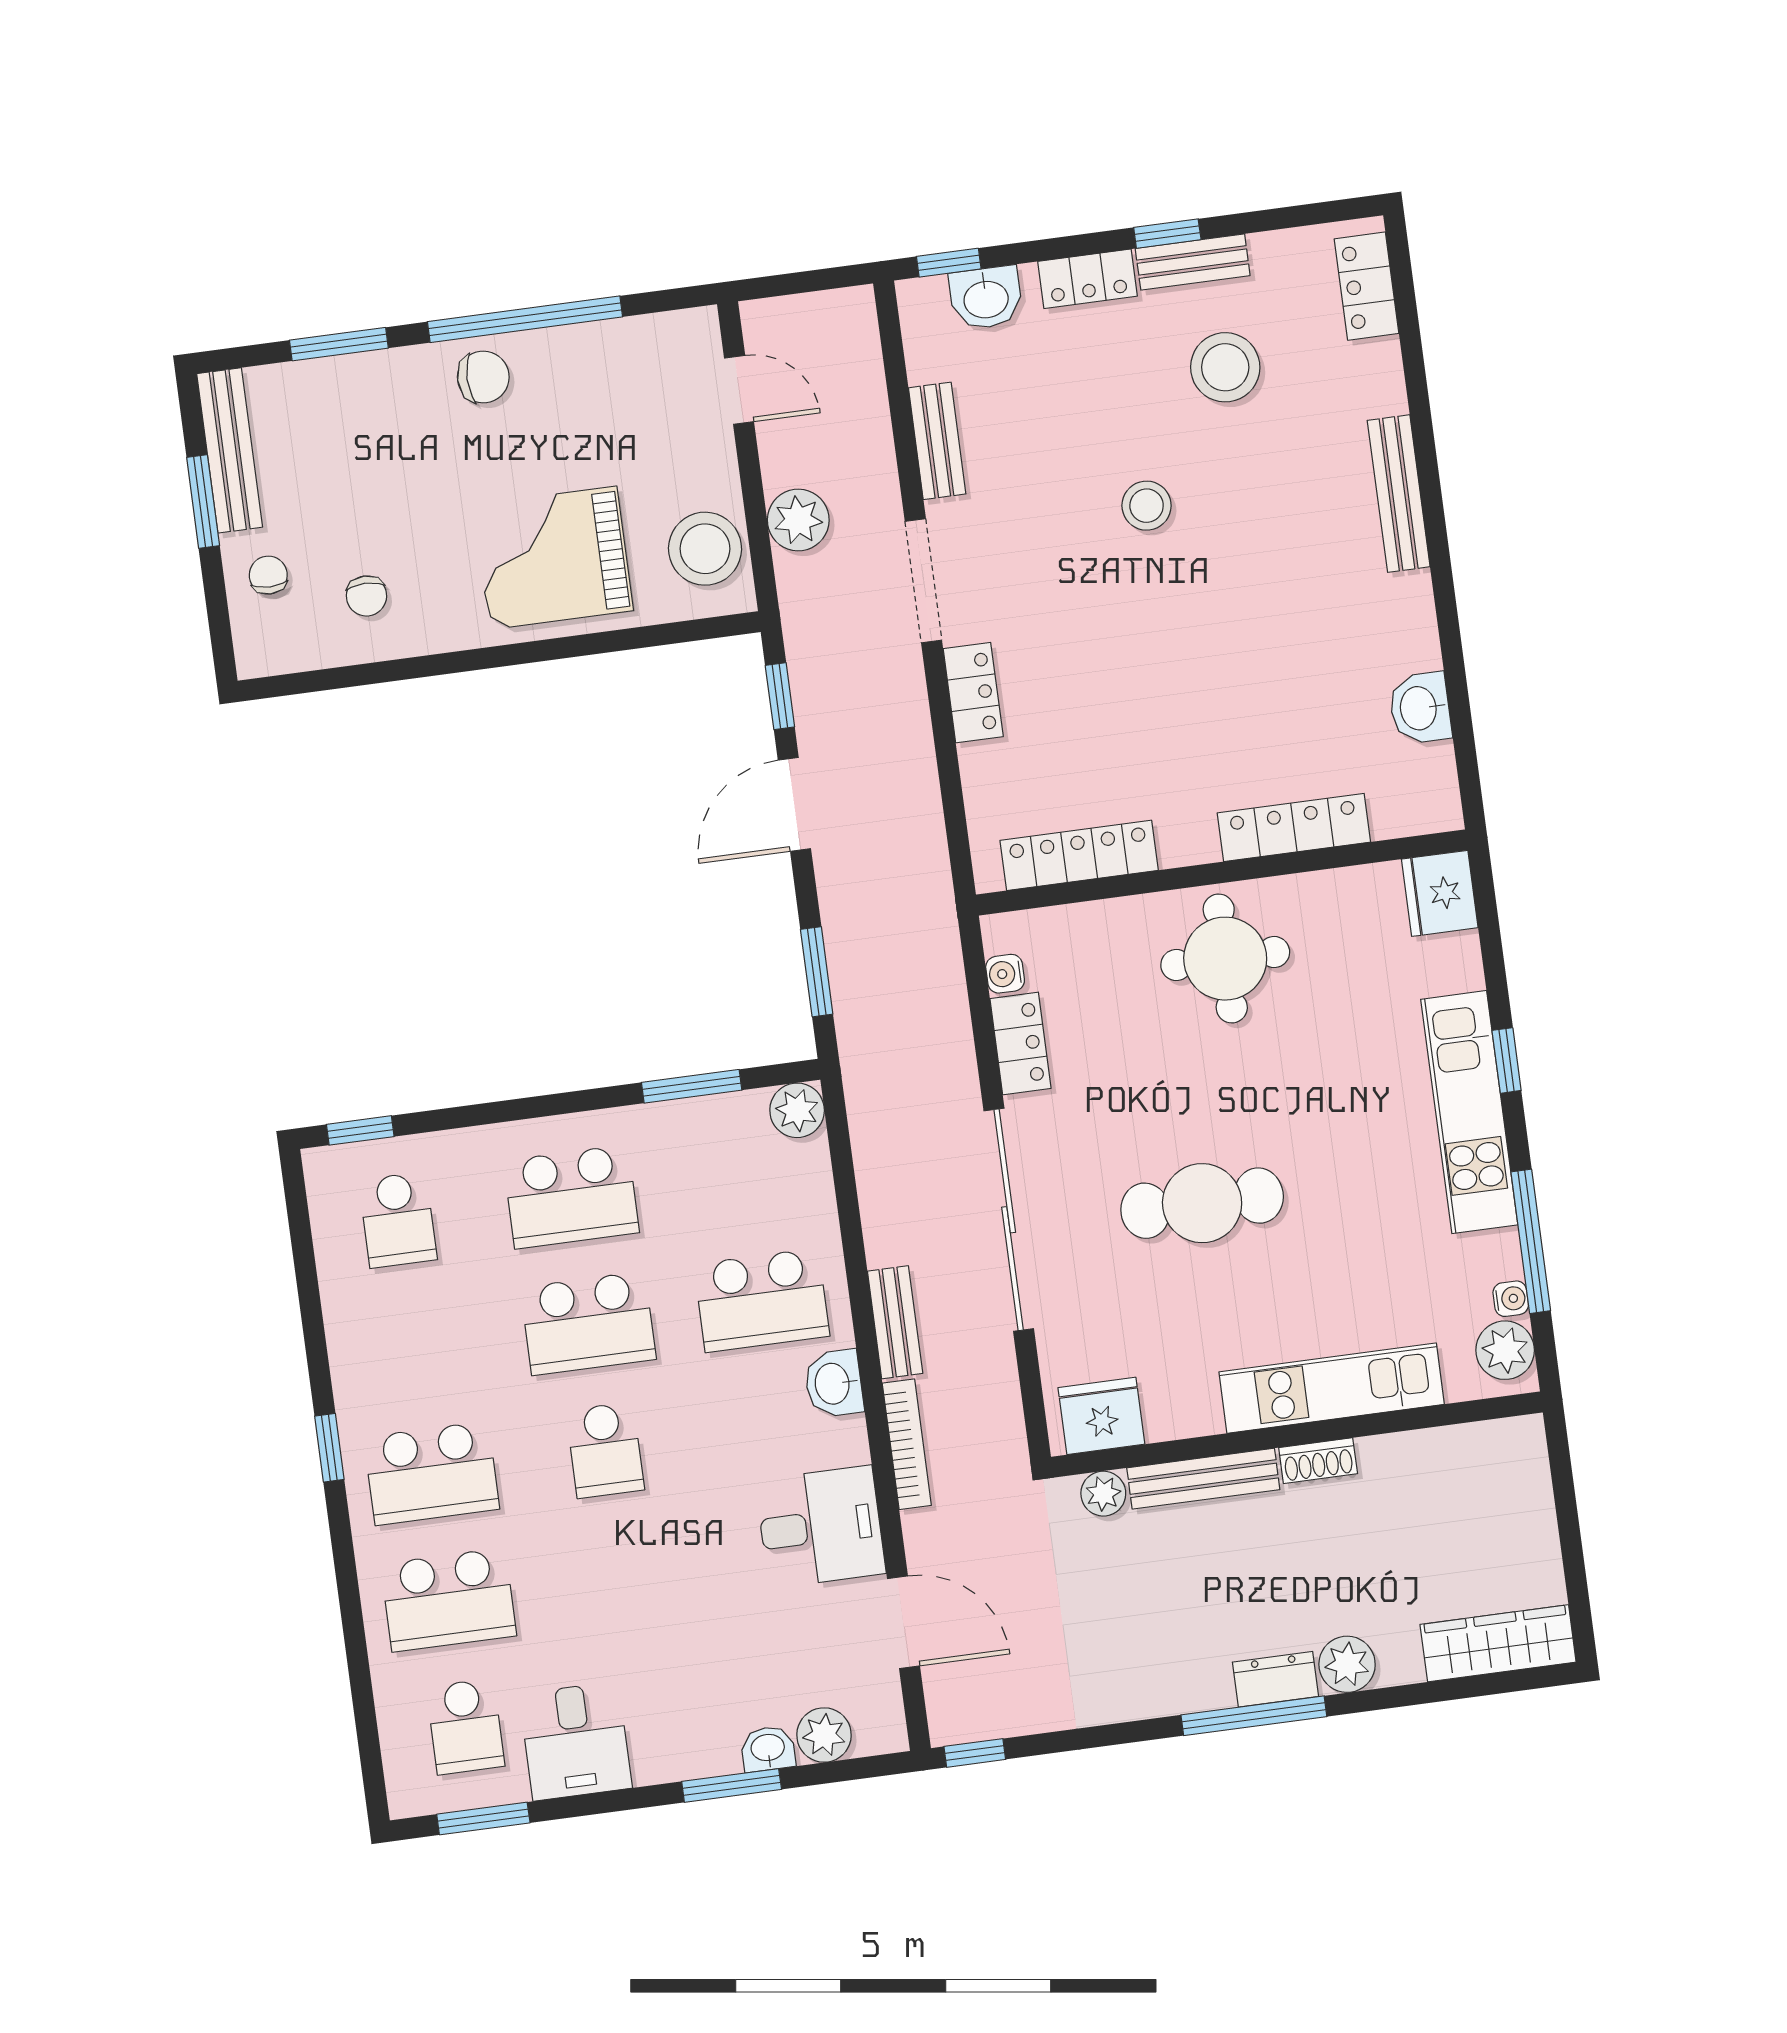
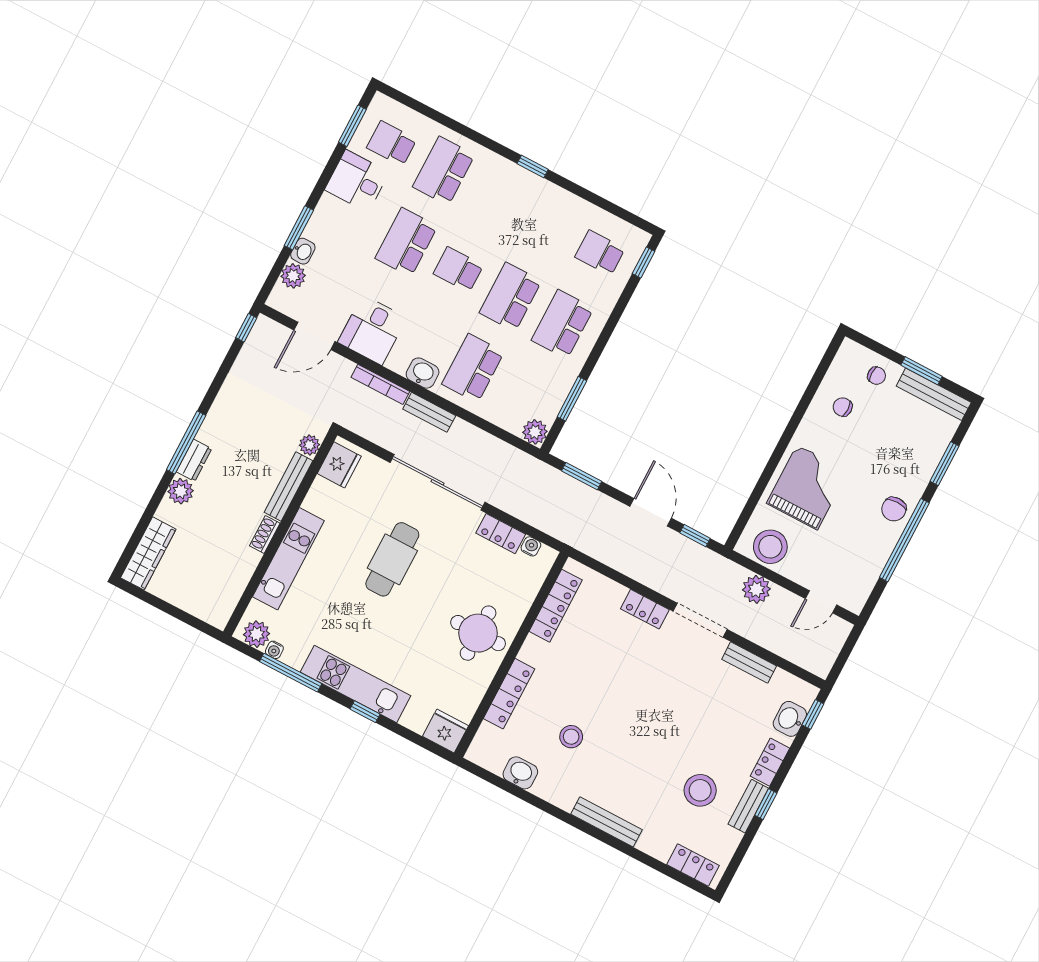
stool: (1147, 506) -> (571, 737), moved
school desk: (432, 1473) -> (406, 242), moved

